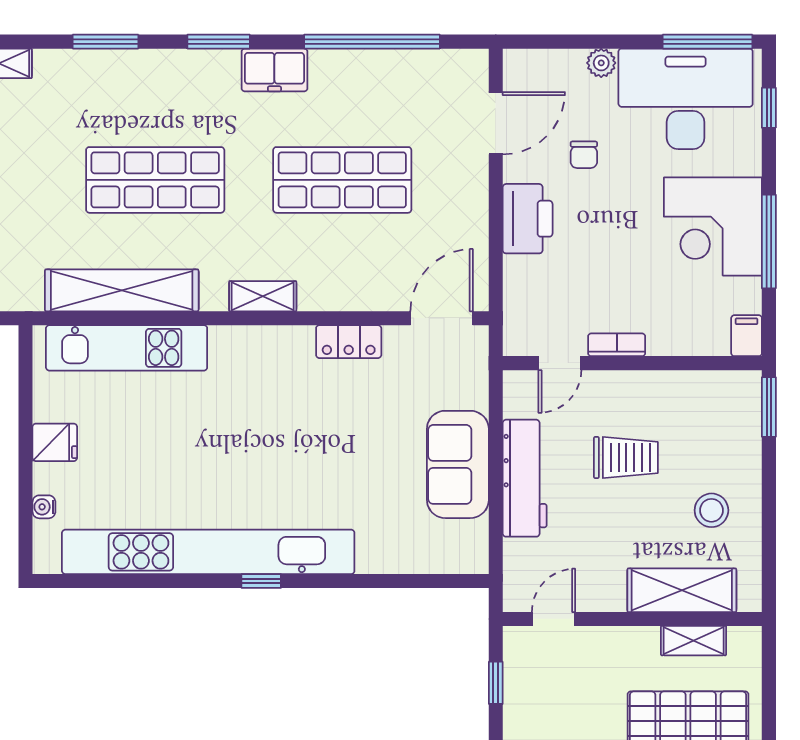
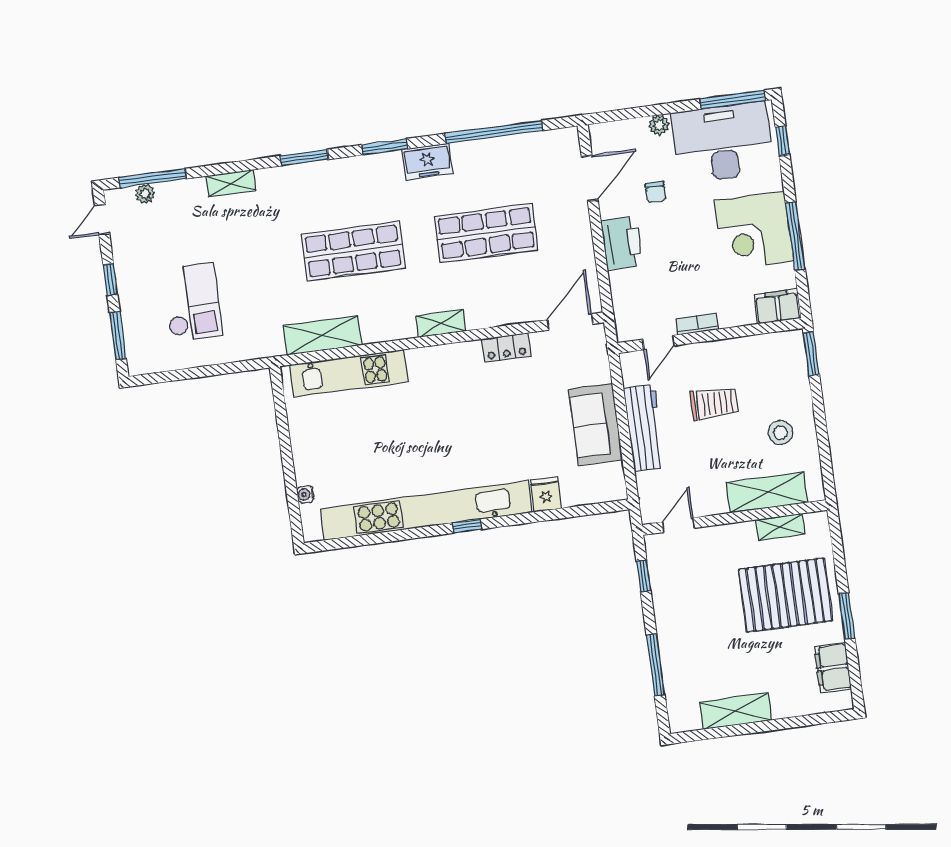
shelving: (122, 290) -> (322, 335), width x0.68
filing cabinet: (747, 336) -> (778, 307), width x2.00
fridge: (55, 442) -> (546, 494), moved, turned -90

